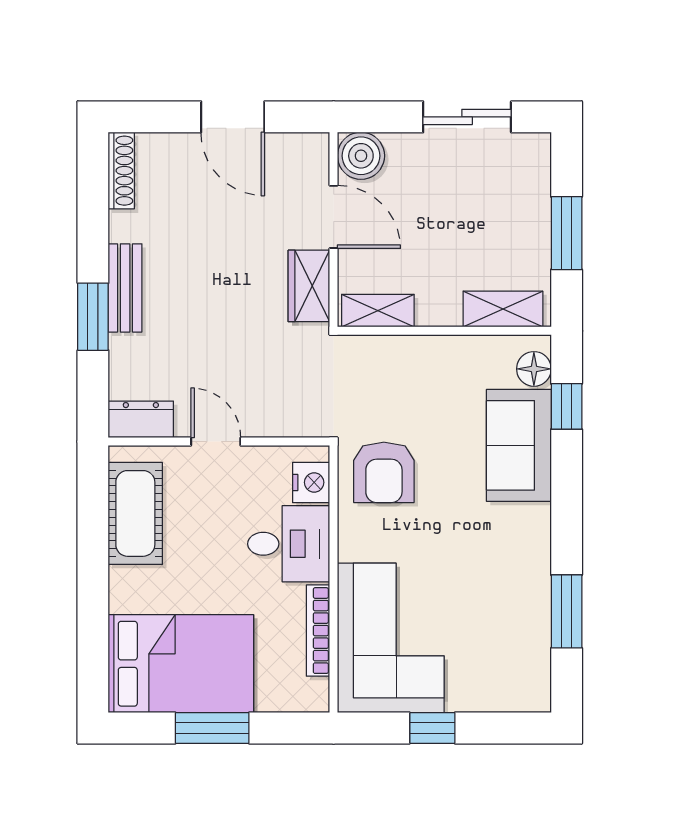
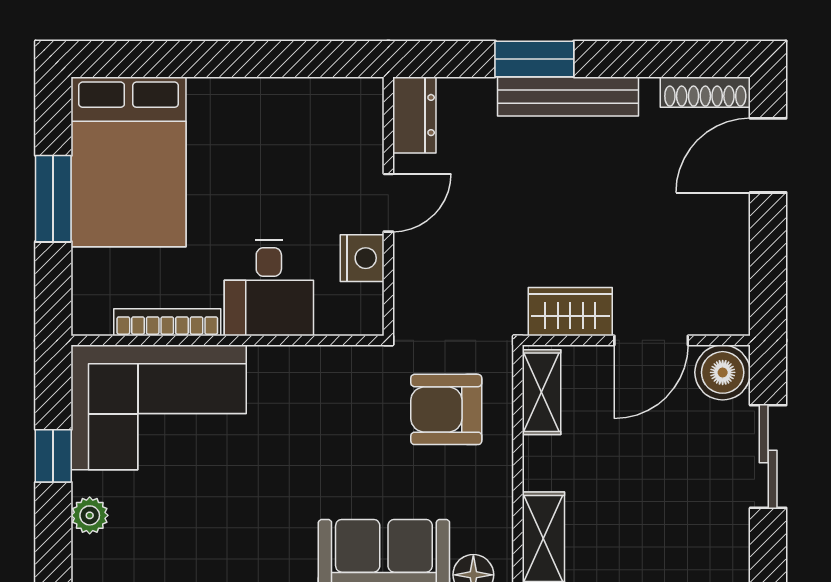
door: (233, 117) -> (768, 155), moved
sliding door: (467, 117) -> (768, 457), moved
bench: (125, 288) -> (568, 97), width x1.36
armchair: (384, 472) -> (446, 409), moved
nightstand: (311, 482) -> (362, 258), moved, turned -90
cot: (135, 513) -> (304, 109), removed
plant: (483, 697) -> (90, 515), added

